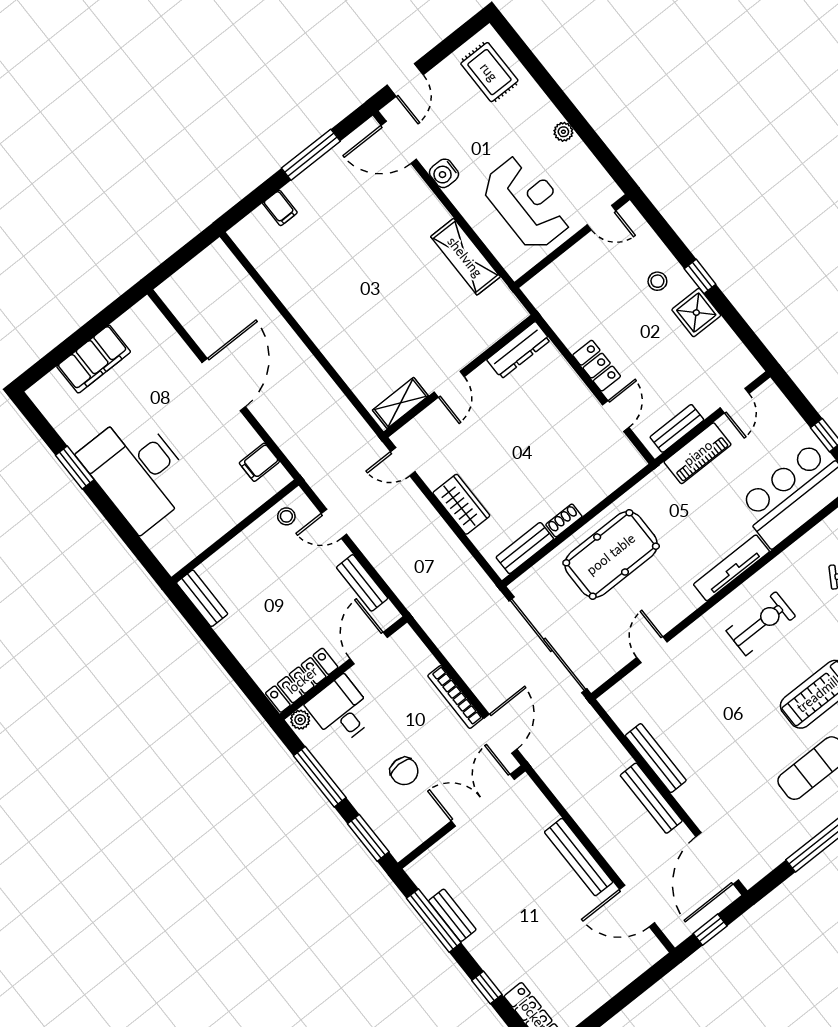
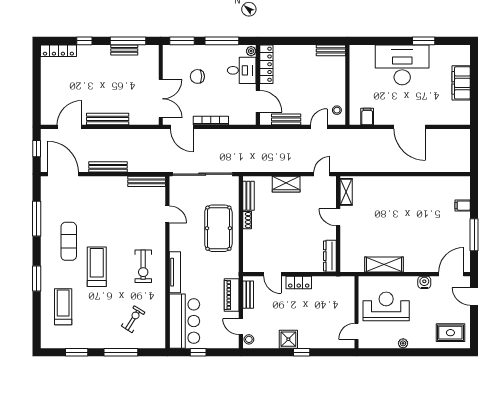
reception desk: (527, 202) -> (386, 306), turned 180
stool: (657, 281) -> (249, 339), moved
bench: (656, 758) -> (147, 181), moved

